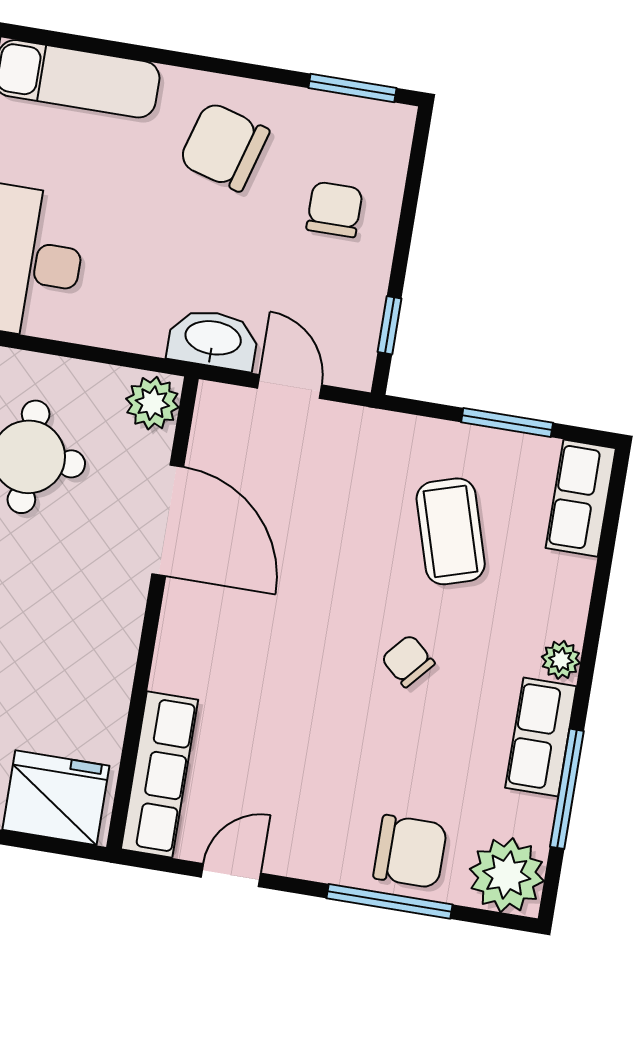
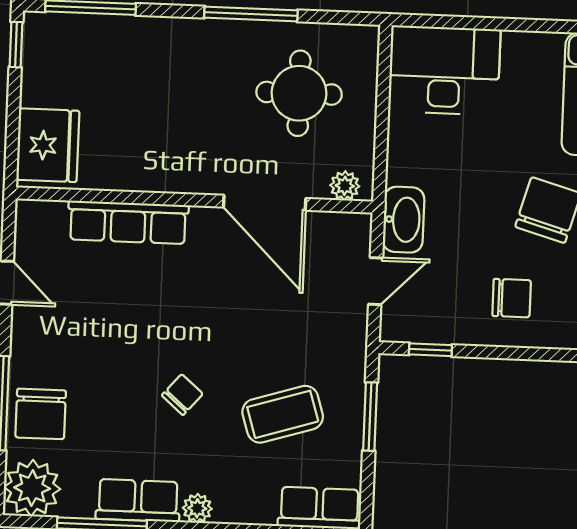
plant: (152, 403) -> (345, 186), width x0.73, depth x0.73
window: (507, 423) -> (370, 417), moved
door: (168, 520) -> (265, 203), hinge flipped
row of seats: (159, 774) -> (128, 222), moved

